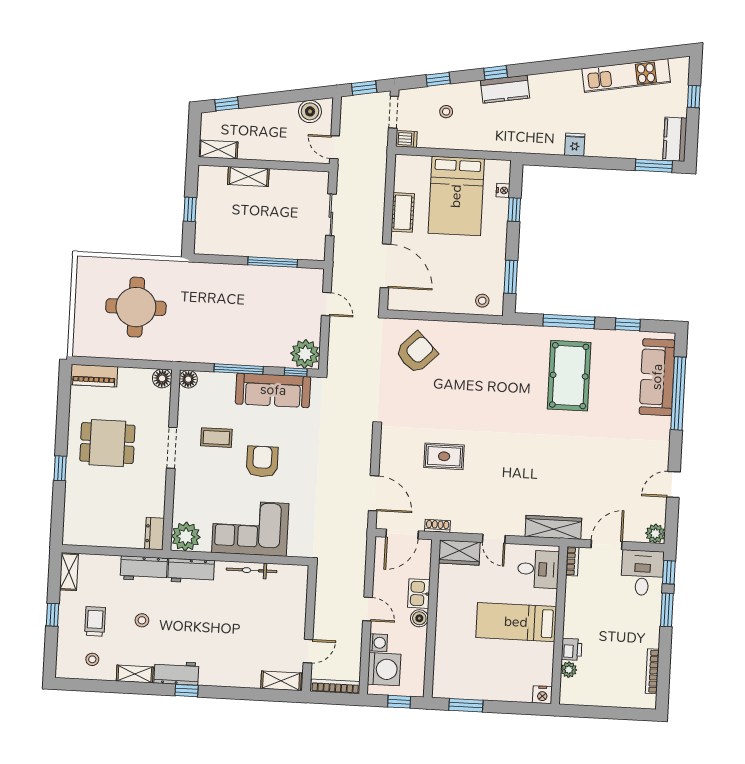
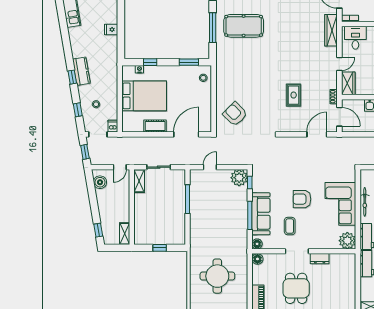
shelving: (248, 177) -> (139, 181), moved
sofa: (273, 390) -> (261, 214), moved
dresser: (155, 534) -> (320, 259), moved

